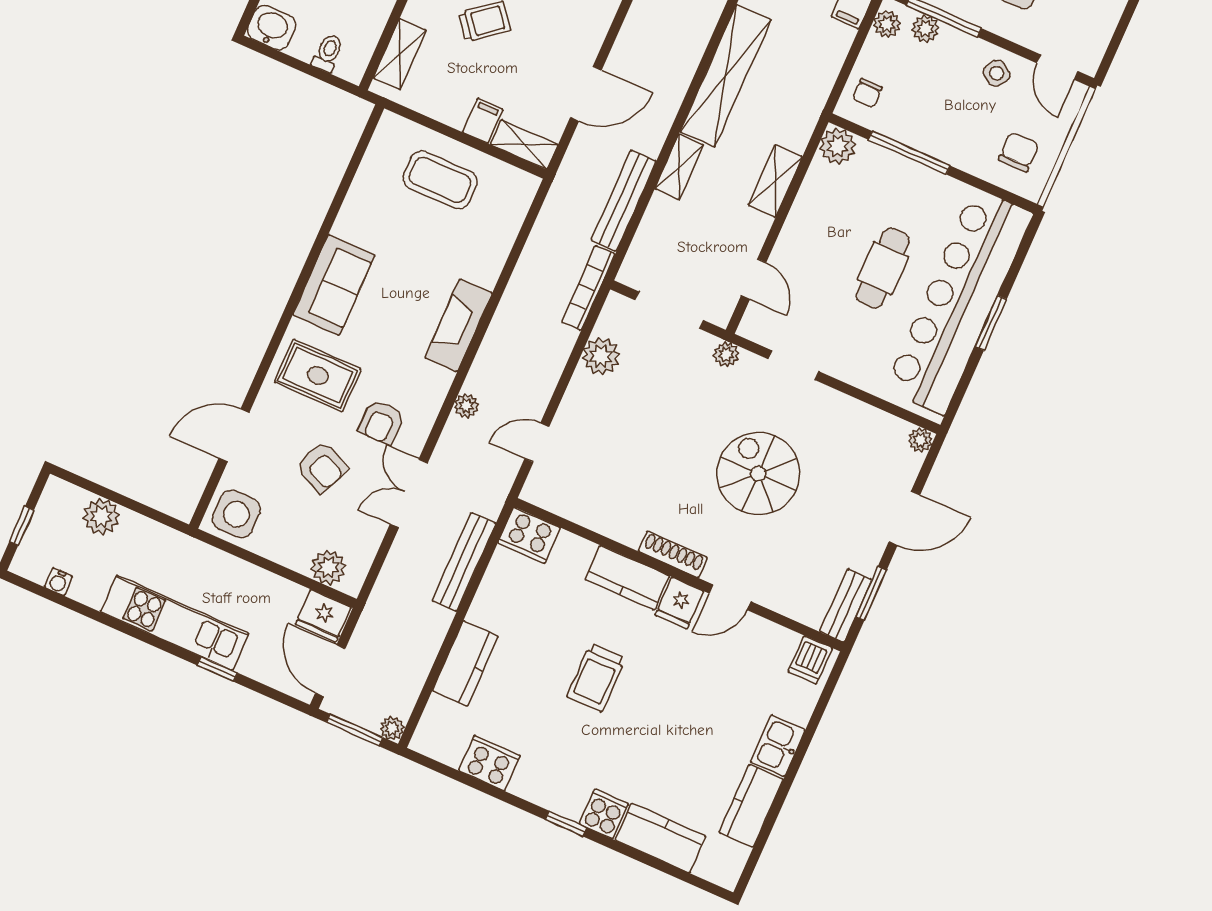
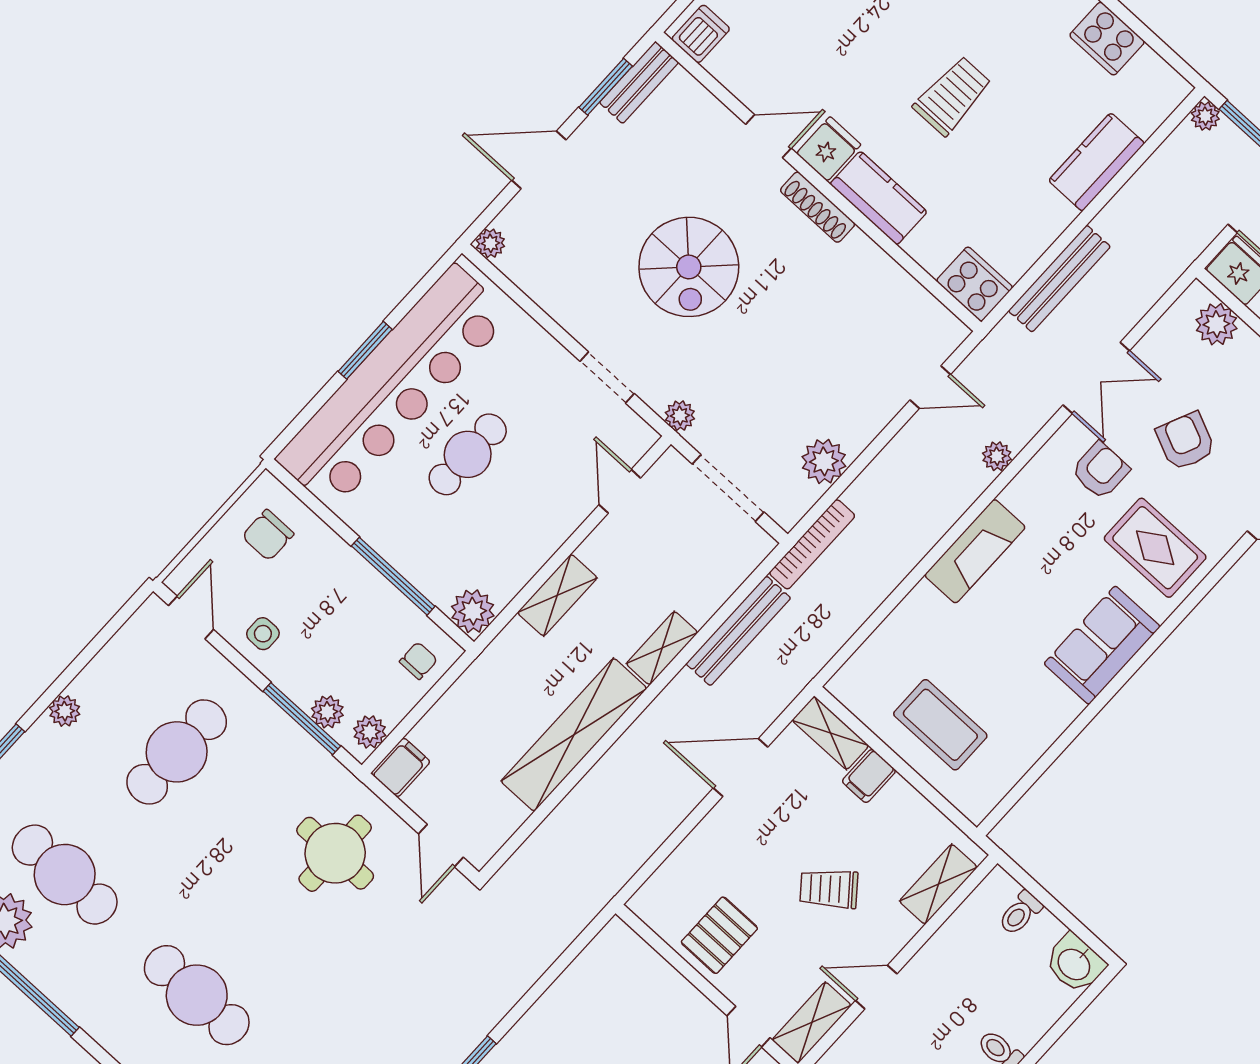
side table: (997, 73) -> (263, 634), turned -35

